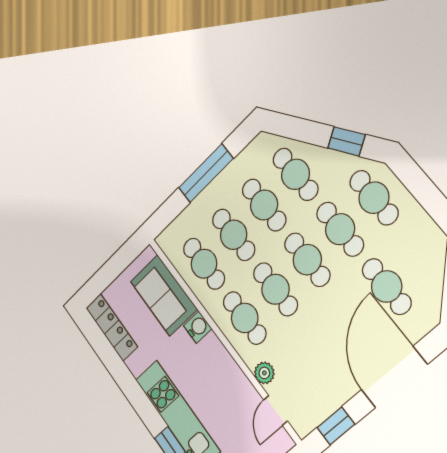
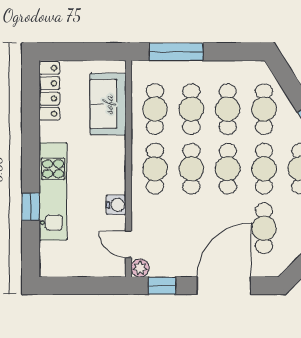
window: (206, 173) -> (176, 52), moved
water cooler: (198, 327) -> (116, 205), moved
plant: (264, 373) -> (140, 268), moved
door: (275, 410) -> (128, 244), hinge flipped

